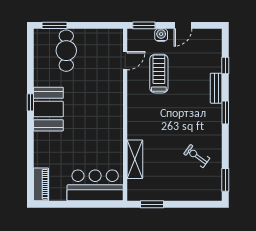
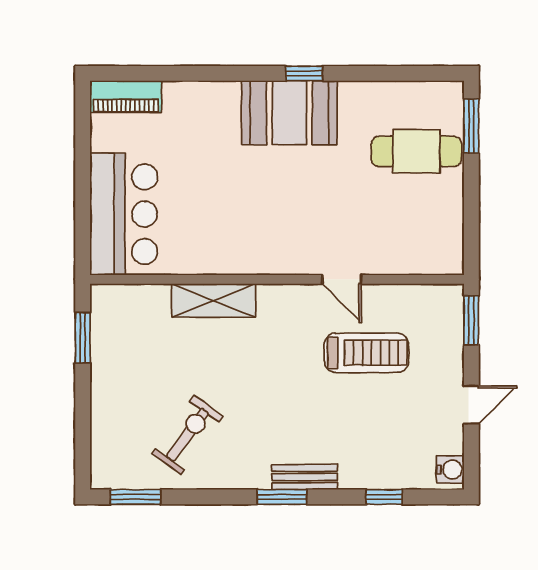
door: (183, 25) -> (471, 405), swing flipped
water cooler: (161, 35) -> (450, 470), moved
door: (125, 61) -> (342, 279), moved
bench: (216, 88) -> (305, 477), moved
exercise bike: (197, 156) -> (187, 435), width x1.38, depth x1.39
shelving: (135, 159) -> (214, 301), moved

